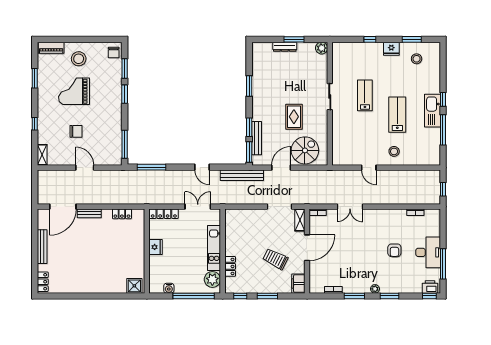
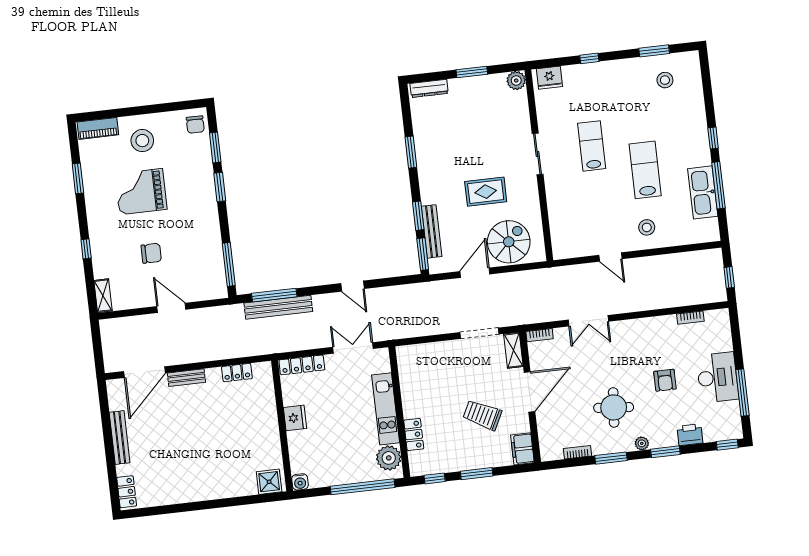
dresser: (285, 47) -> (429, 88), moved
fridge: (391, 49) -> (549, 78), moved
kitchen sink: (432, 111) -> (703, 192), moved
rug: (294, 117) -> (486, 192), turned 90
bench: (242, 175) -> (278, 307), moved
round table: (360, 264) -> (614, 407), added
printer: (430, 287) -> (690, 435), moved
water cooler: (169, 288) -> (300, 482), moved

